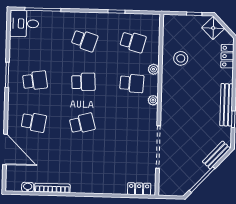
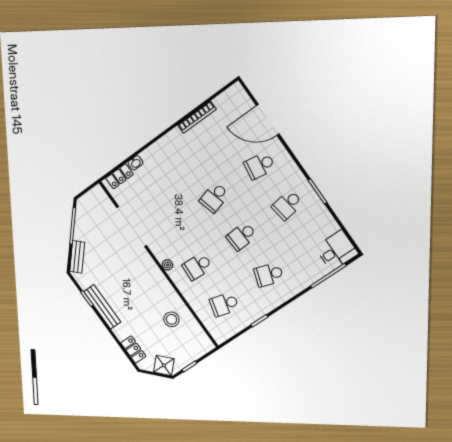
plant: (154, 69) -> (188, 293), removed
washbasin: (28, 187) -> (135, 163), moved

